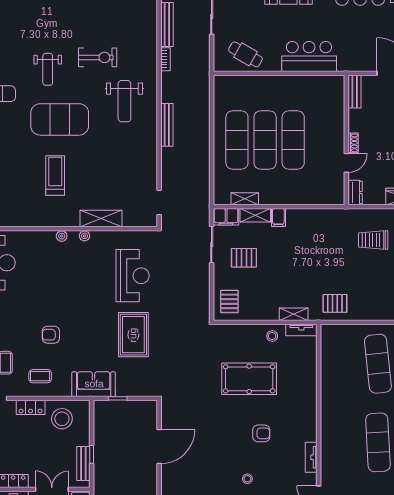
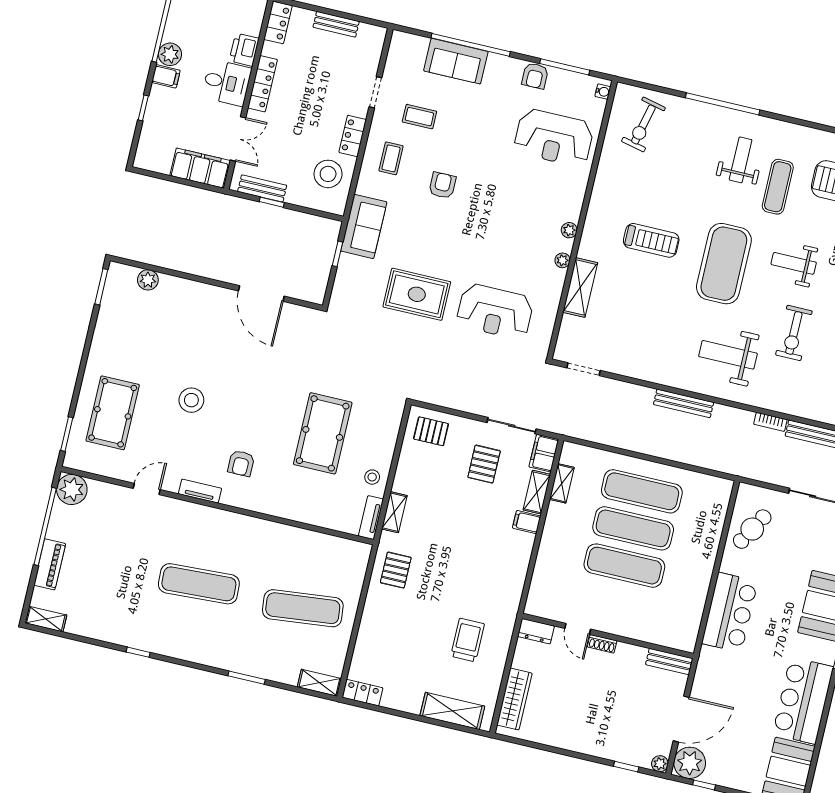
armchair: (261, 433) -> (241, 463), moved
stool: (247, 479) -> (191, 400), width x1.89, depth x1.89

